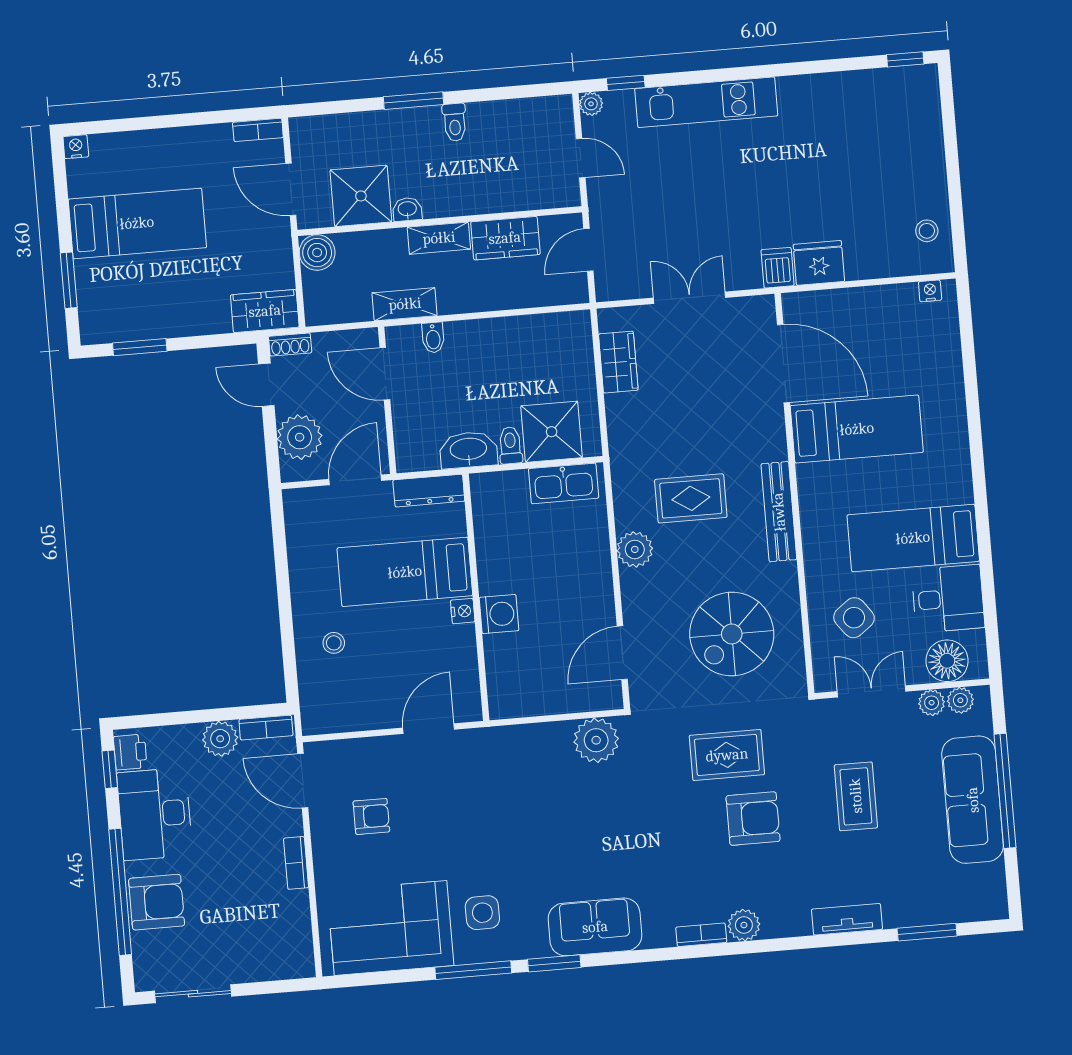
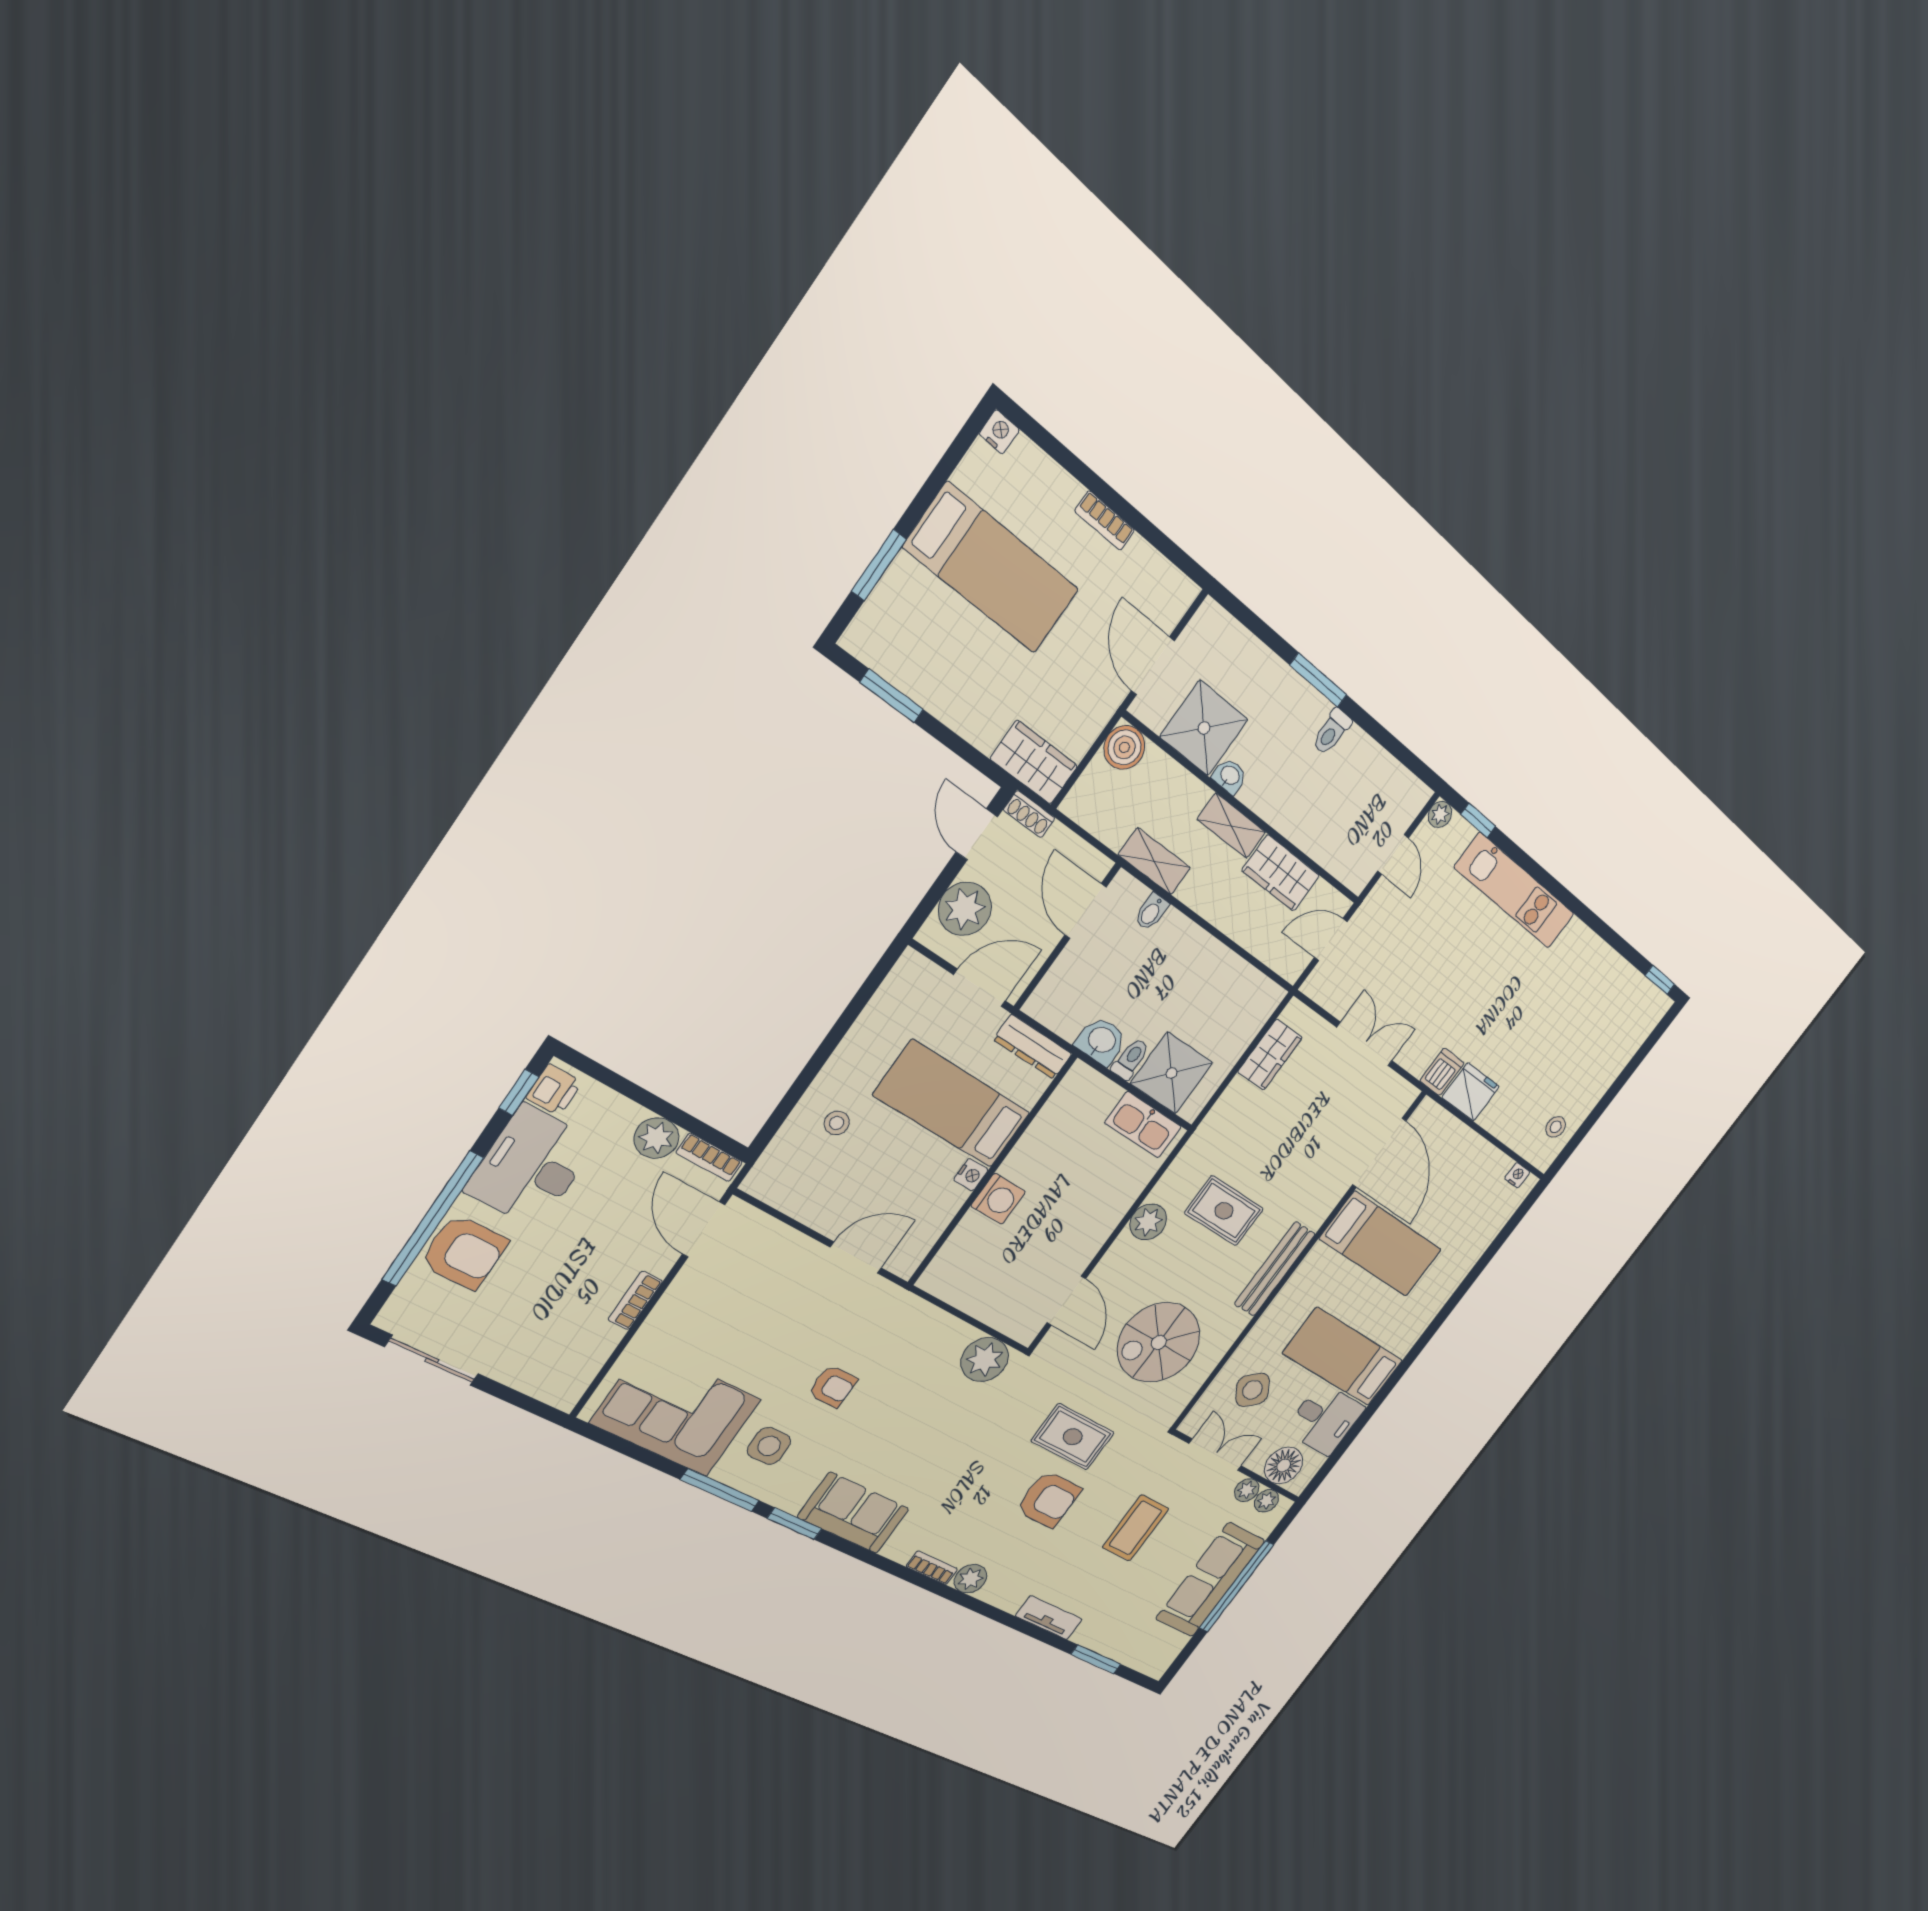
bookcase: (258, 130) -> (1105, 521), moved
washbasin: (468, 450) -> (1101, 1041), width x0.72
door: (622, 653) -> (1066, 1301), swing flipped
armchair: (371, 816) -> (833, 1386), moved

